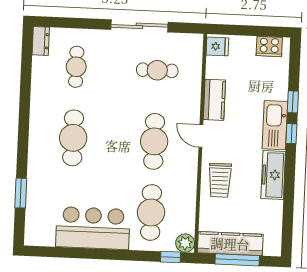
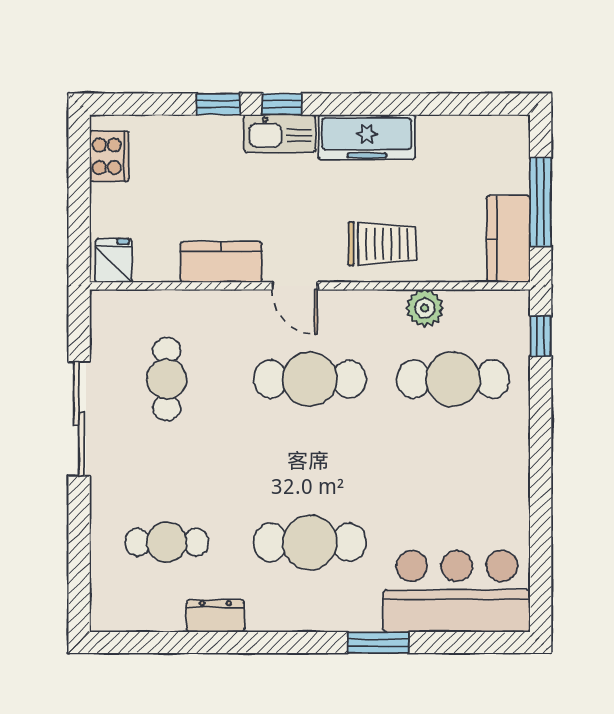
dresser: (41, 41) -> (215, 616), moved
kitchen sink: (275, 125) -> (280, 133), width x0.73, depth x0.81
door: (201, 136) -> (295, 286), hinge flipped
window: (21, 193) -> (378, 643), moved
bar counter: (93, 228) -> (457, 591), moved, turned 90
plant: (185, 243) -> (425, 308), moved
kitchen counter: (230, 244) -> (508, 239), width x0.67

